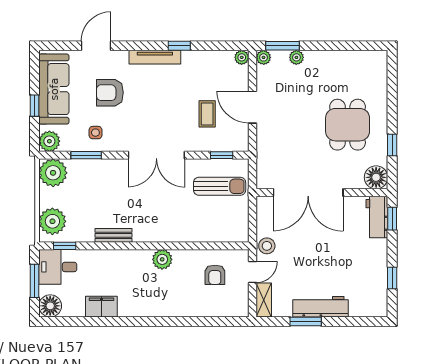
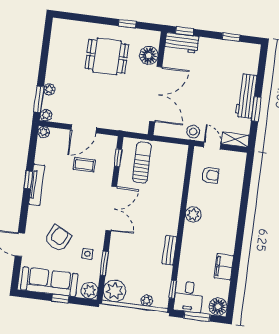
tv unit: (155, 57) -> (37, 185), moved
armchair: (110, 93) -> (58, 239), turned -153
floor lamp: (376, 177) -> (149, 55), moved
plant: (52, 221) -> (147, 301), width x0.53, depth x0.53

